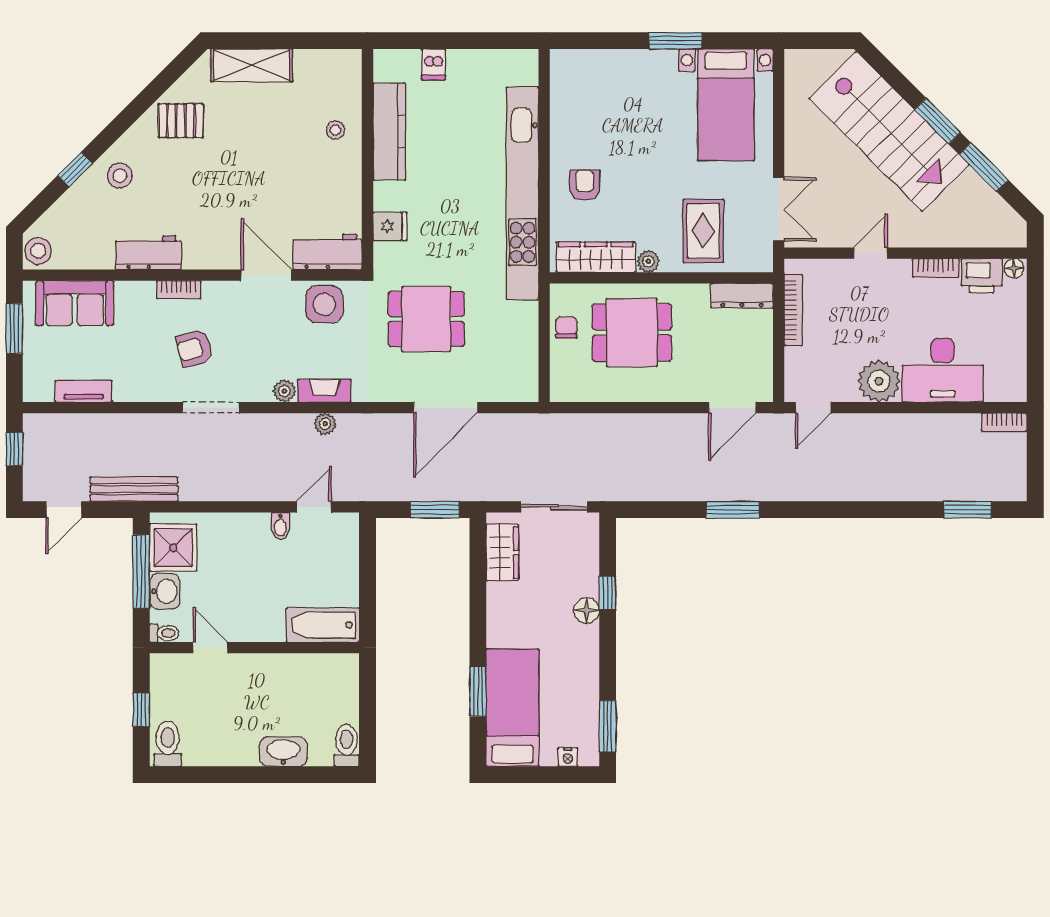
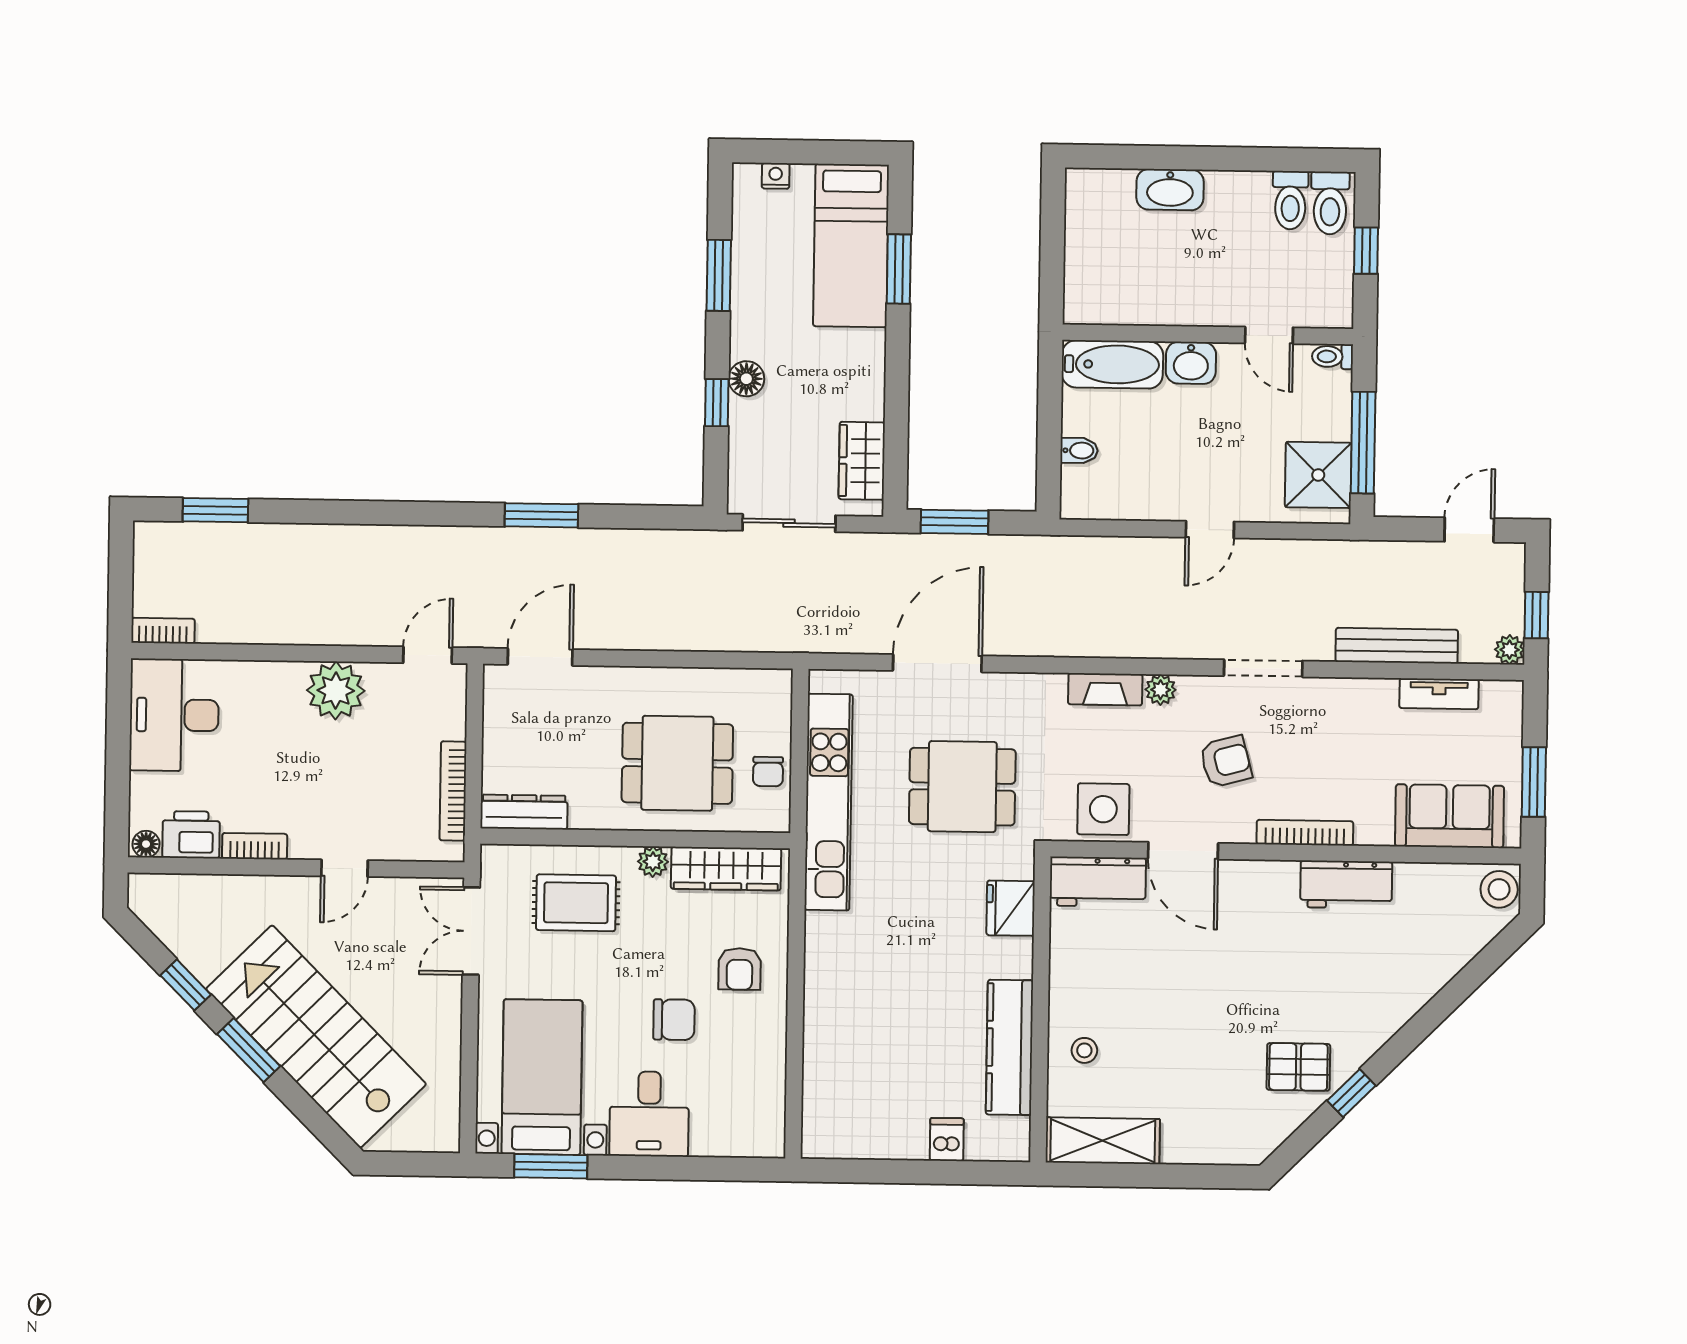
window: (675, 41) -> (551, 1166), moved
shelving: (252, 65) -> (1103, 1141), moved
desk: (648, 79) -> (649, 1114), added
chair: (631, 148) -> (674, 1020), added
window: (984, 167) -> (186, 985), width x0.67
window: (75, 169) -> (1351, 1093), moved
stool: (120, 176) -> (1384, 992), removed
kitchen unit: (522, 193) -> (829, 802), moved, width x0.73
fridge: (390, 226) -> (1011, 908), width x1.38
rug: (703, 231) -> (576, 903), turned 90
bookcase: (179, 290) -> (1305, 833), width x1.56
armchair: (194, 348) -> (1226, 761), moved
desk: (943, 370) -> (174, 715), moved, turned -90
plant: (325, 424) -> (1510, 650), moved
bench: (134, 489) -> (1397, 646), moved
door: (314, 507) -> (1210, 530), moved
bidet: (280, 526) -> (1079, 450), moved, turned 90
washbasin: (165, 591) -> (1191, 363), moved, turned -90
window: (608, 726) -> (719, 275), moved
toilet: (346, 745) -> (1290, 200), moved

